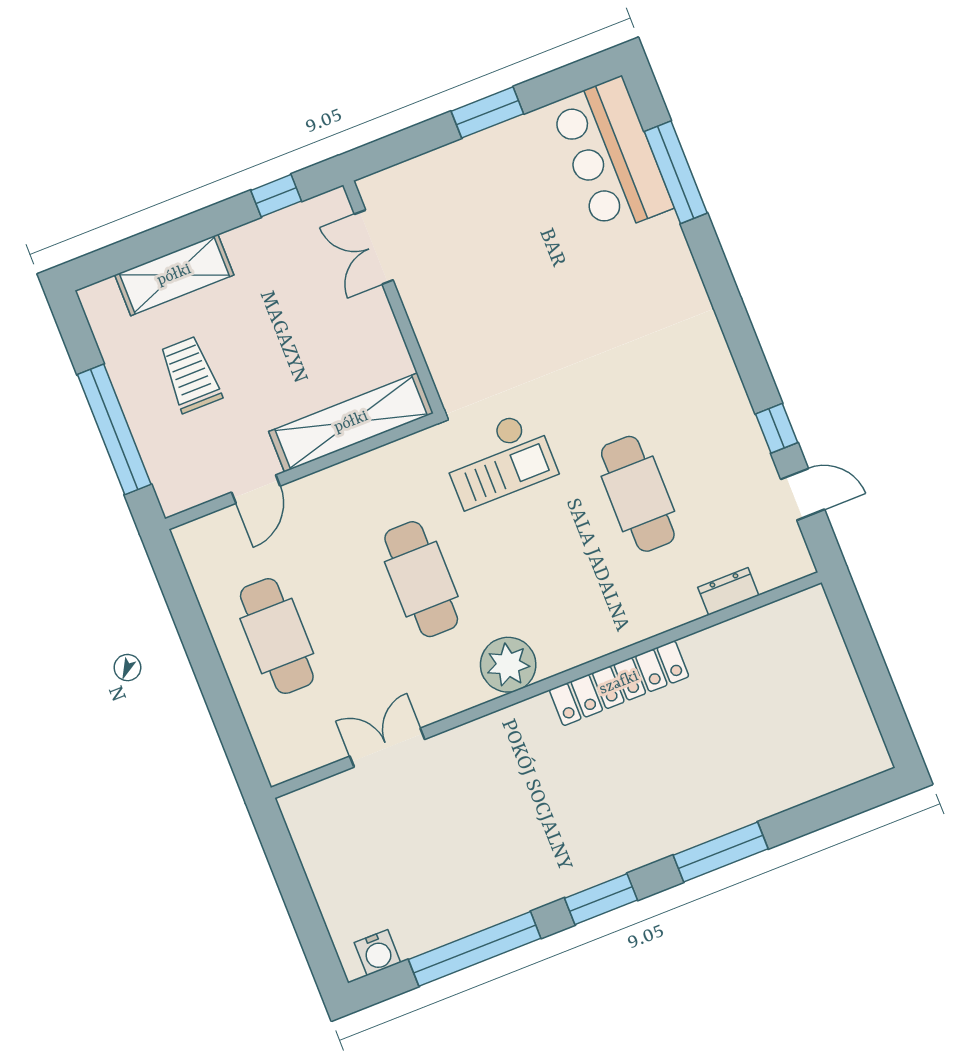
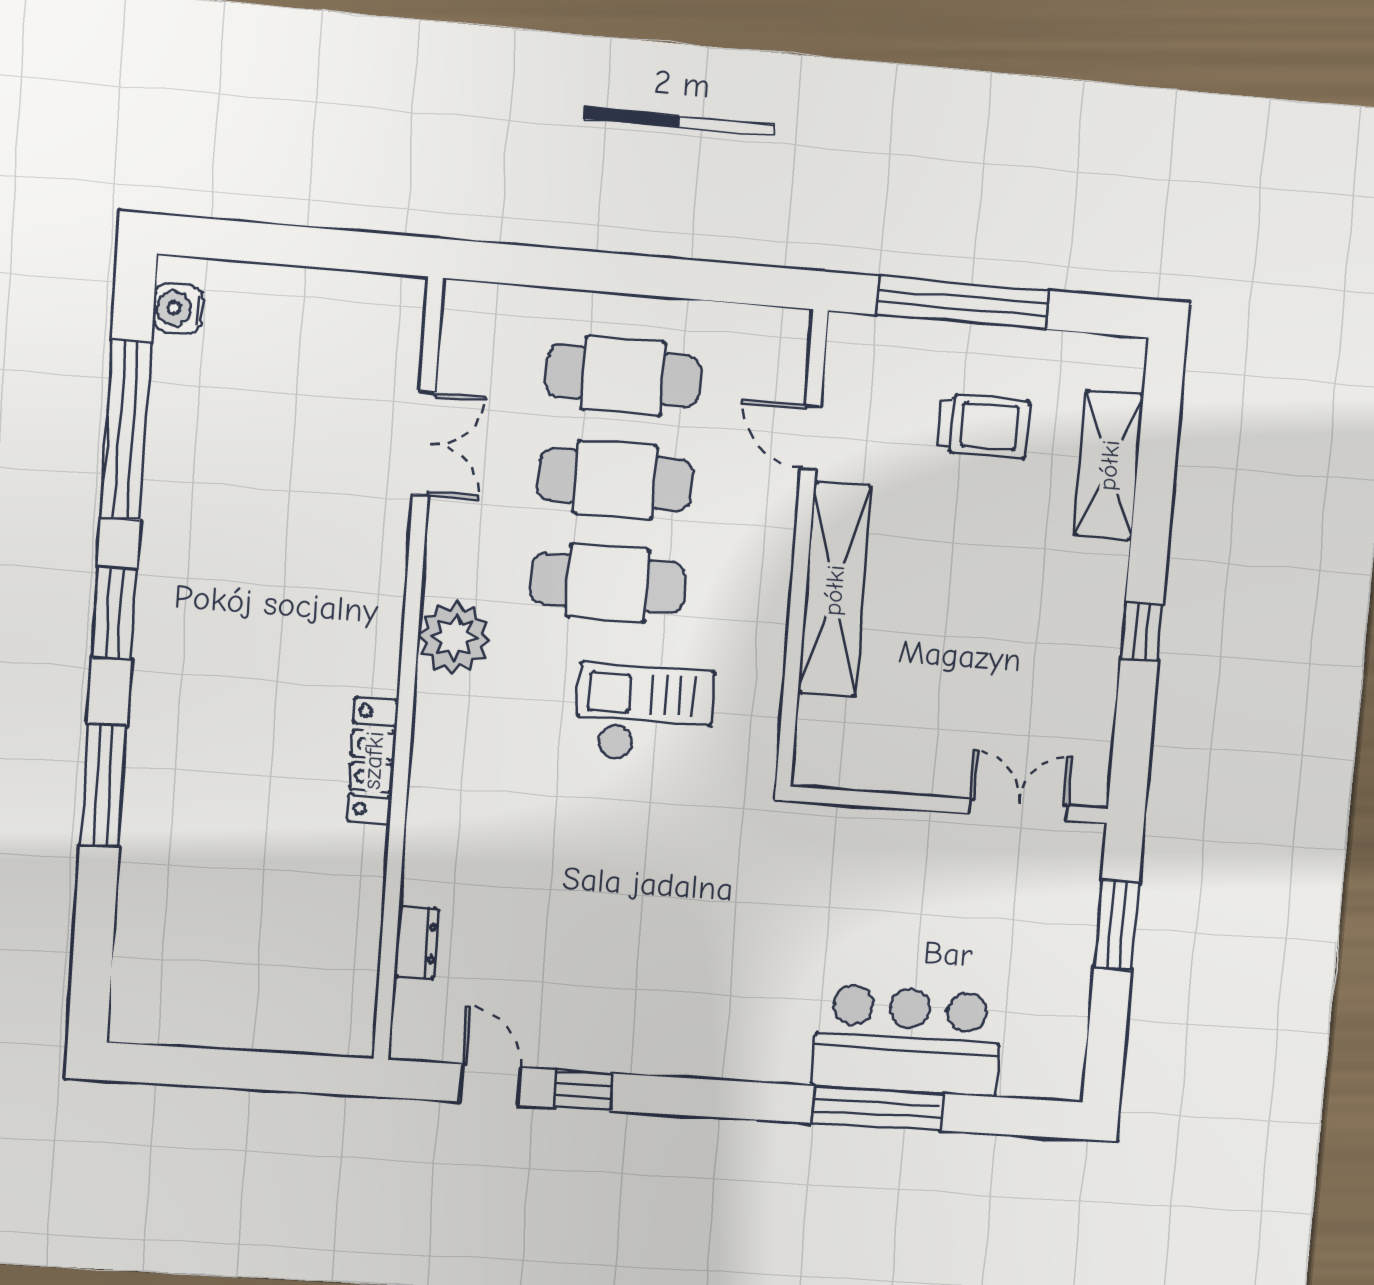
bar counter: (611, 156) -> (908, 1040), moved
window: (676, 172) -> (878, 1108), moved
double door: (374, 247) -> (1018, 810), moved
wall: (393, 297) -> (949, 805), moved
checkout: (499, 459) -> (645, 714), moved, turned 90
cafe table: (638, 494) -> (615, 480), moved
door: (803, 494) -> (490, 1085), swing flipped
locker: (619, 683) -> (373, 760), width x0.71, depth x0.83

